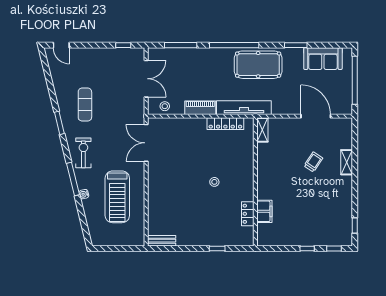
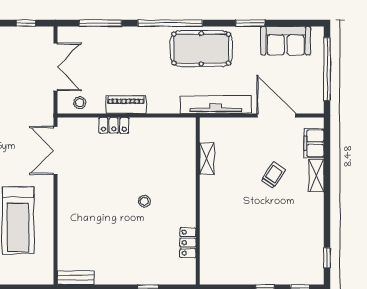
tv unit: (244, 108) -> (216, 105), moved
locker: (225, 124) -> (114, 125), moved, width x0.66
shelving: (262, 130) -> (207, 158), moved
filing cabinet: (264, 211) -> (314, 143), moved, turned 180

